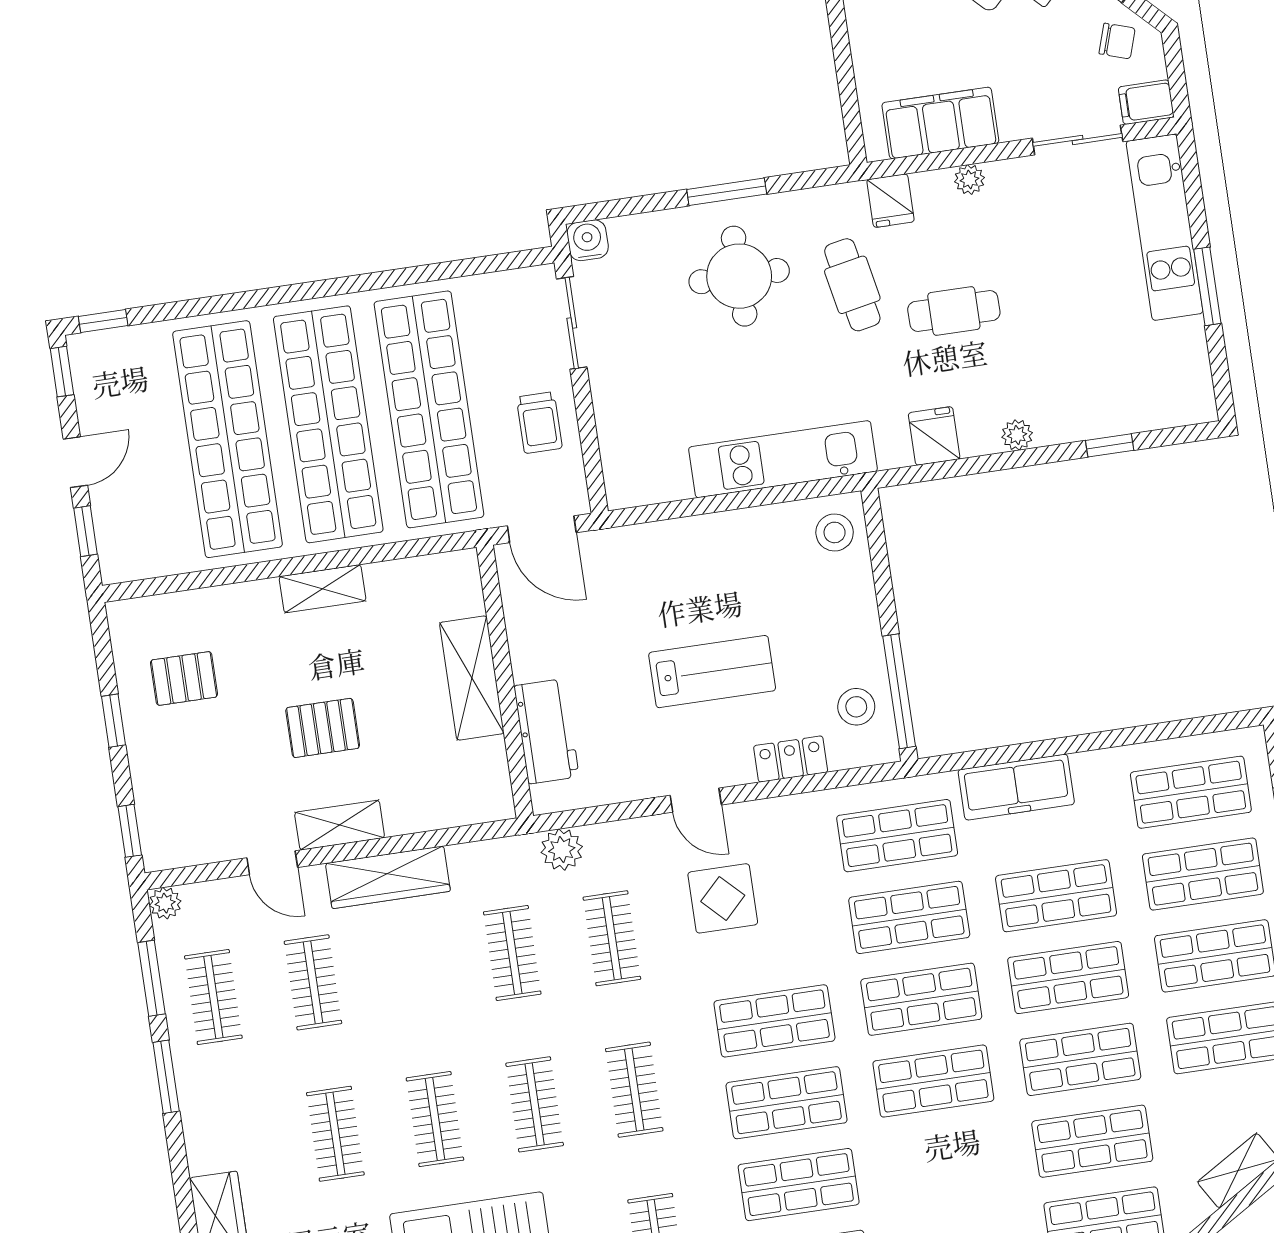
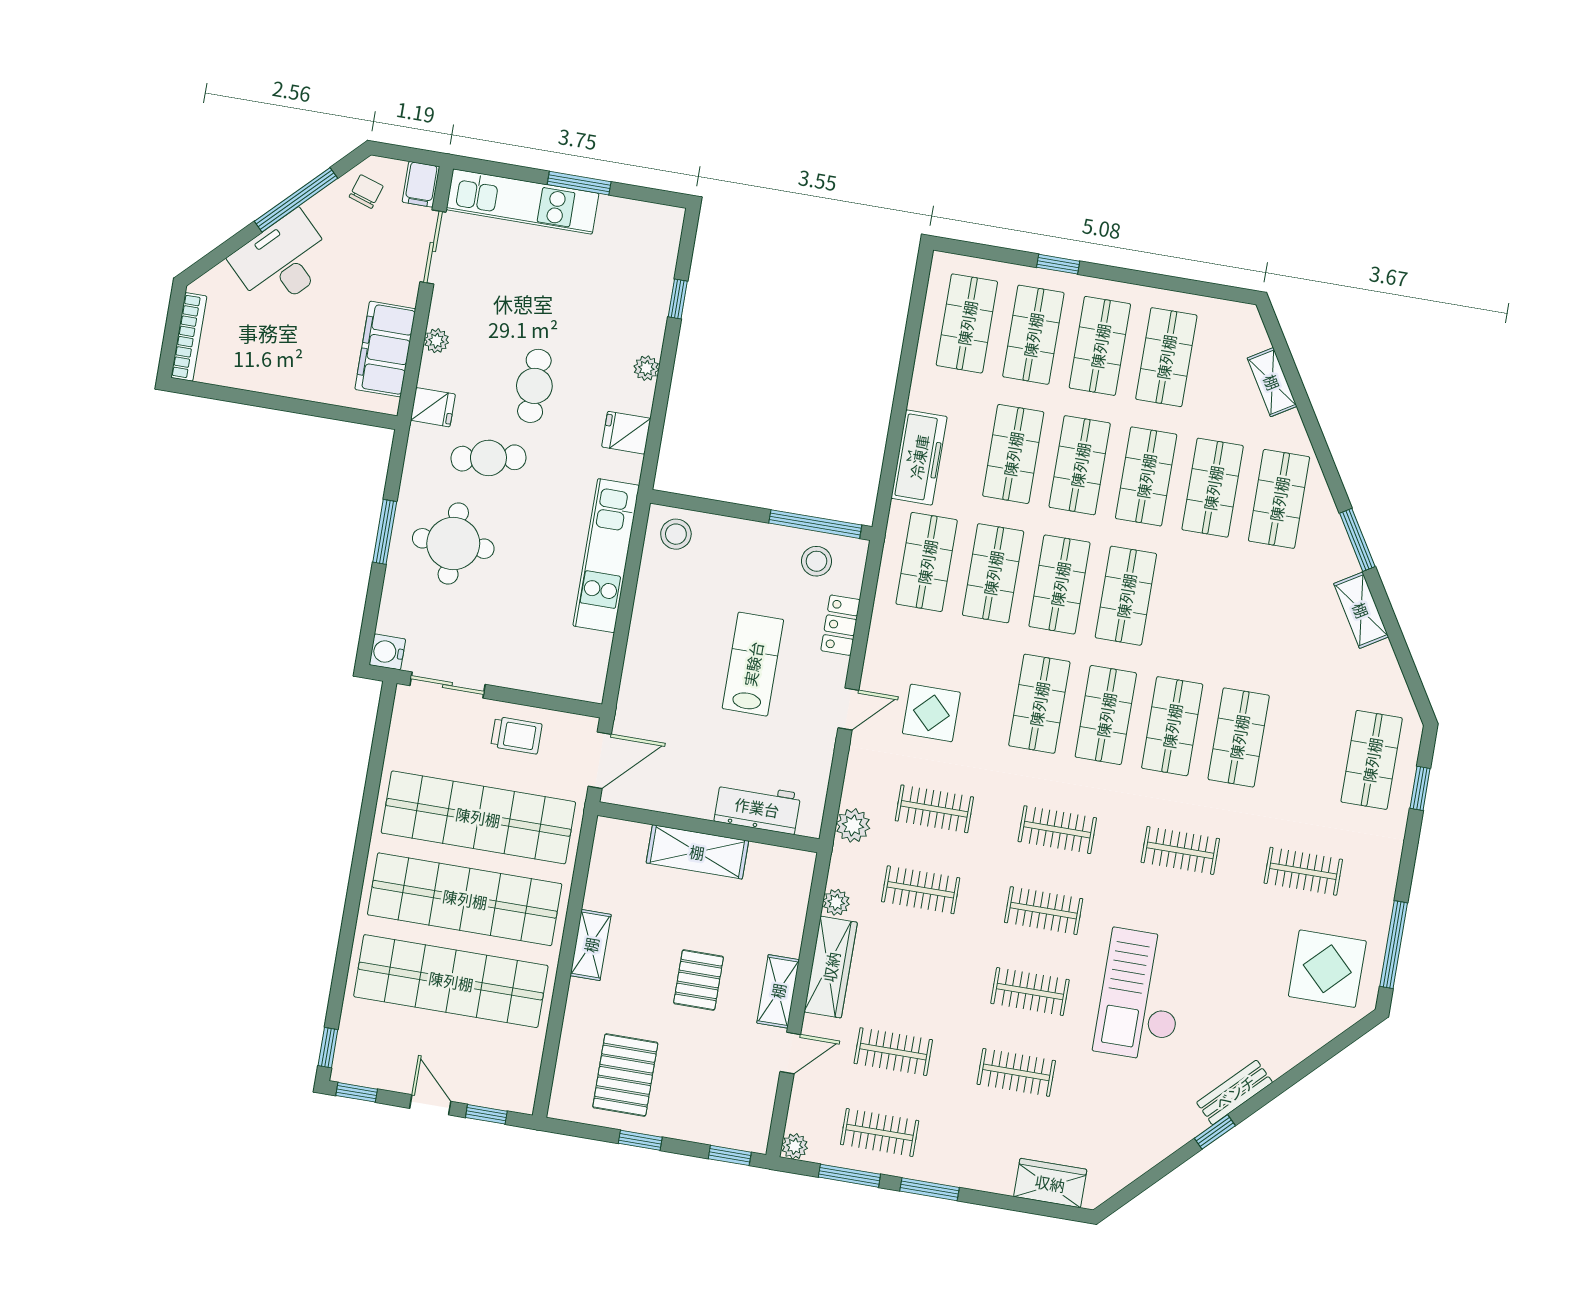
pallet: (184, 678) -> (625, 1075), width x1.50, depth x1.42
plant: (466, 859) -> (836, 902), added

